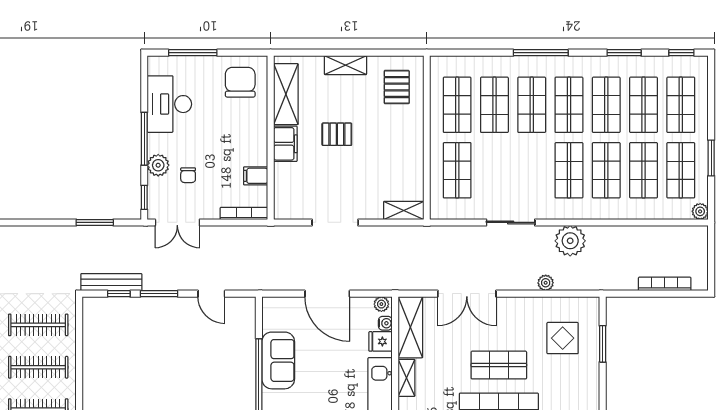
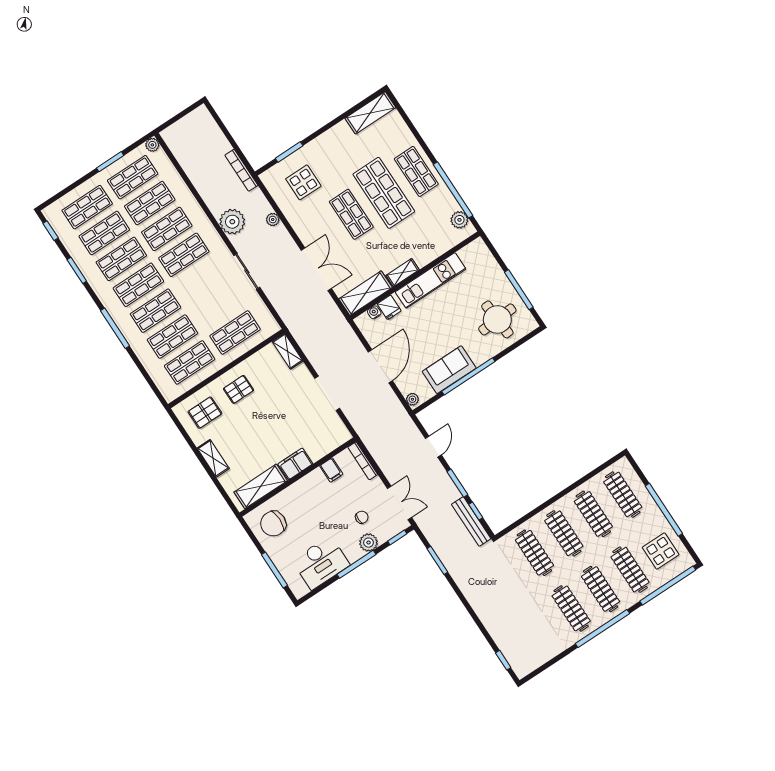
pallet: (337, 134) -> (239, 389), moved, turned 90
bookcase: (665, 284) -> (241, 170), moved
plant: (381, 304) -> (412, 399), moved

